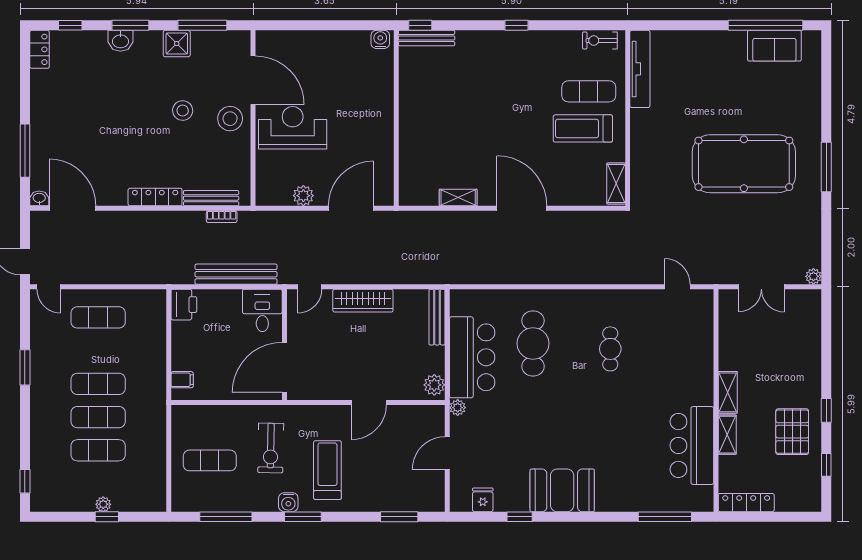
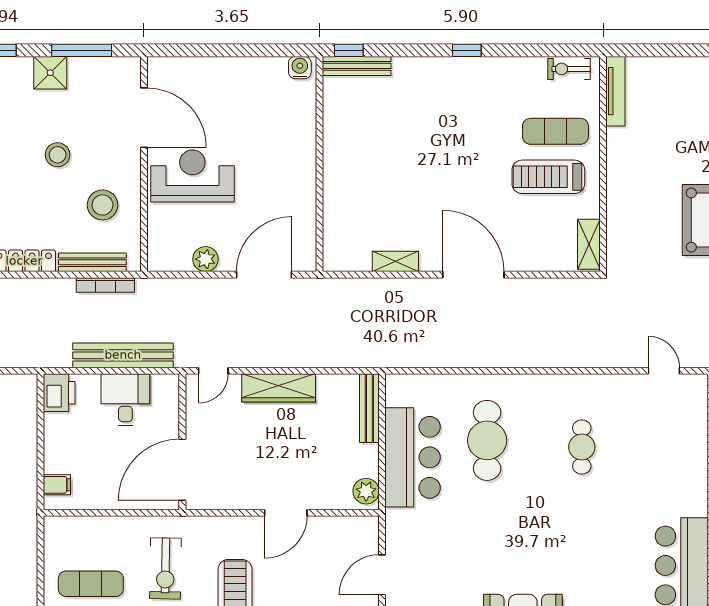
tv unit: (640, 69) -> (615, 91), width x0.73, depth x0.78
stool: (230, 119) -> (102, 205), moved
bookcase: (222, 217) -> (105, 285), width x1.56
desk: (262, 310) -> (125, 400), moved
plant: (458, 408) -> (395, 519), removed

